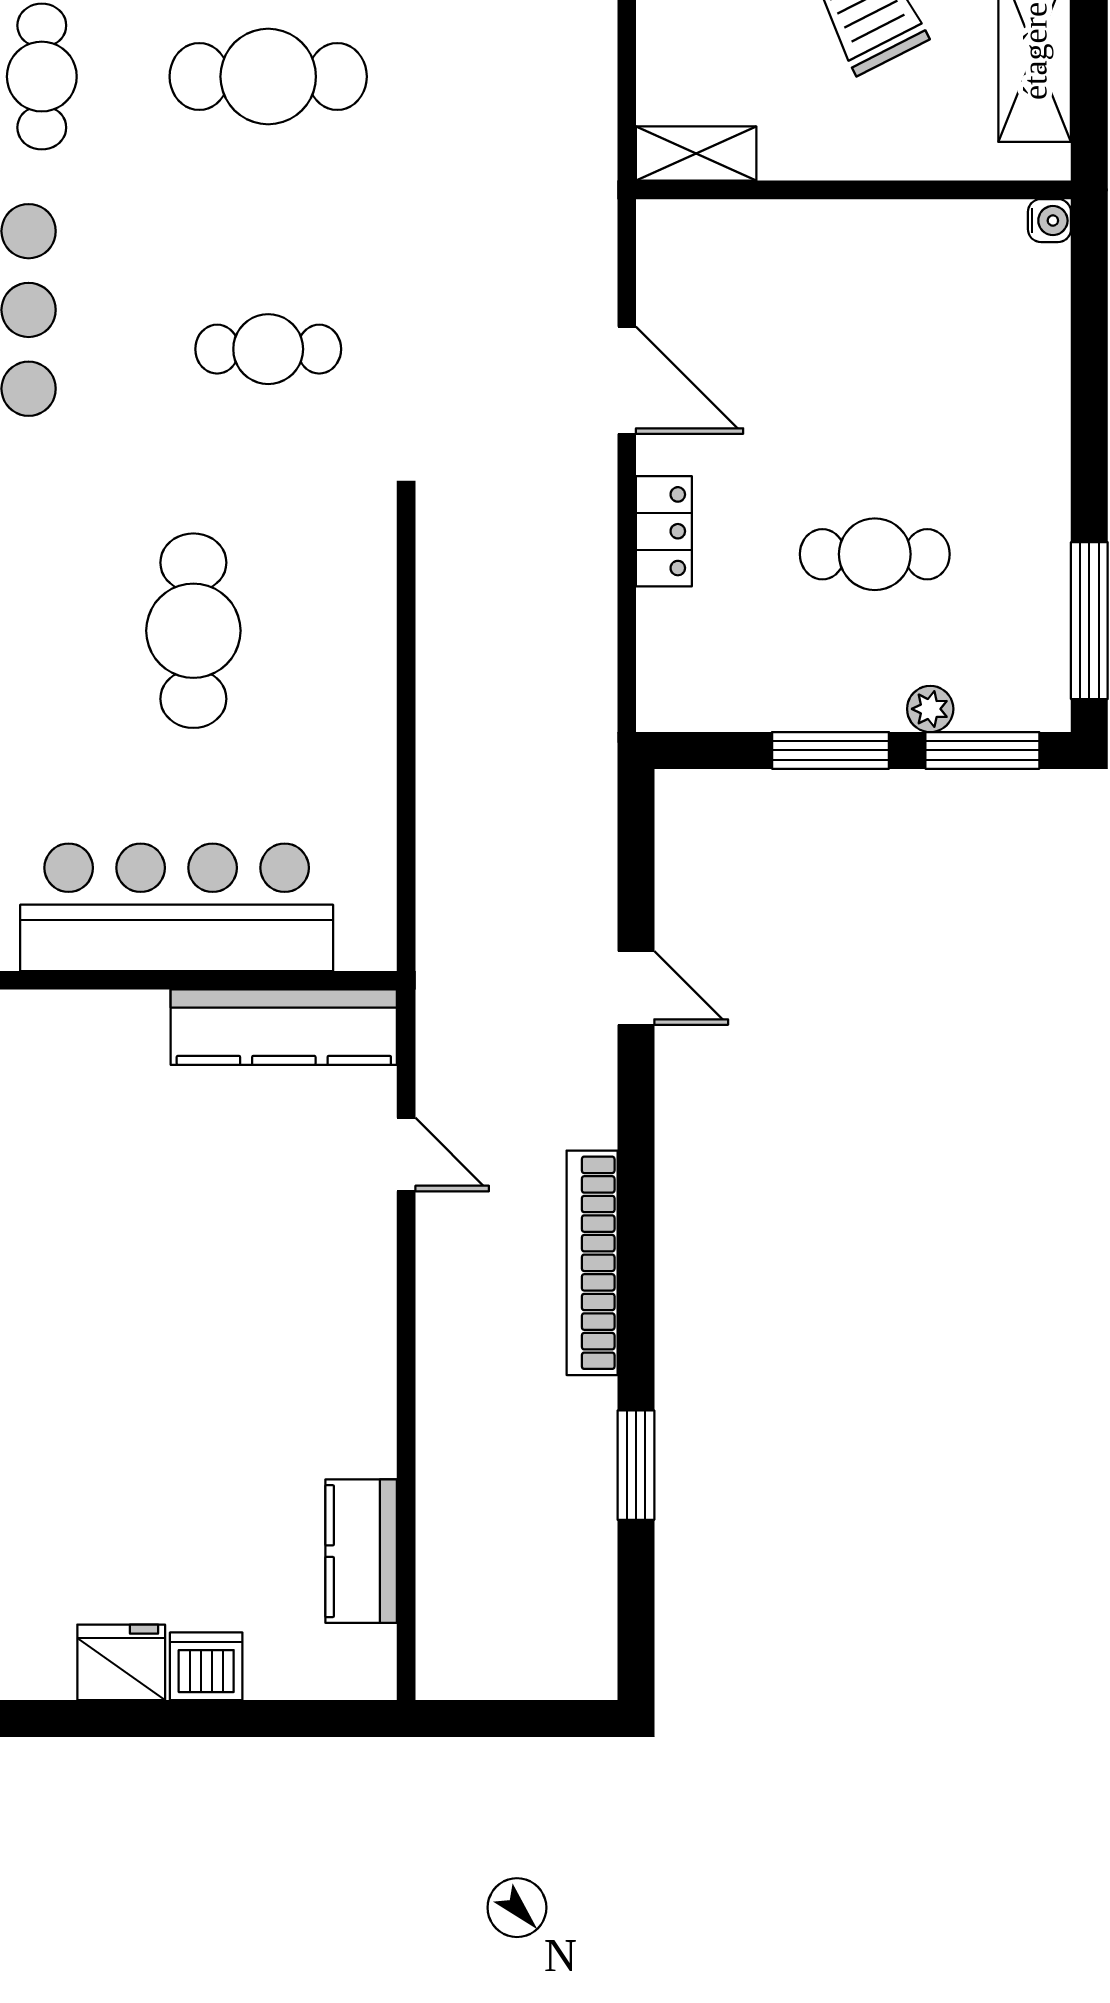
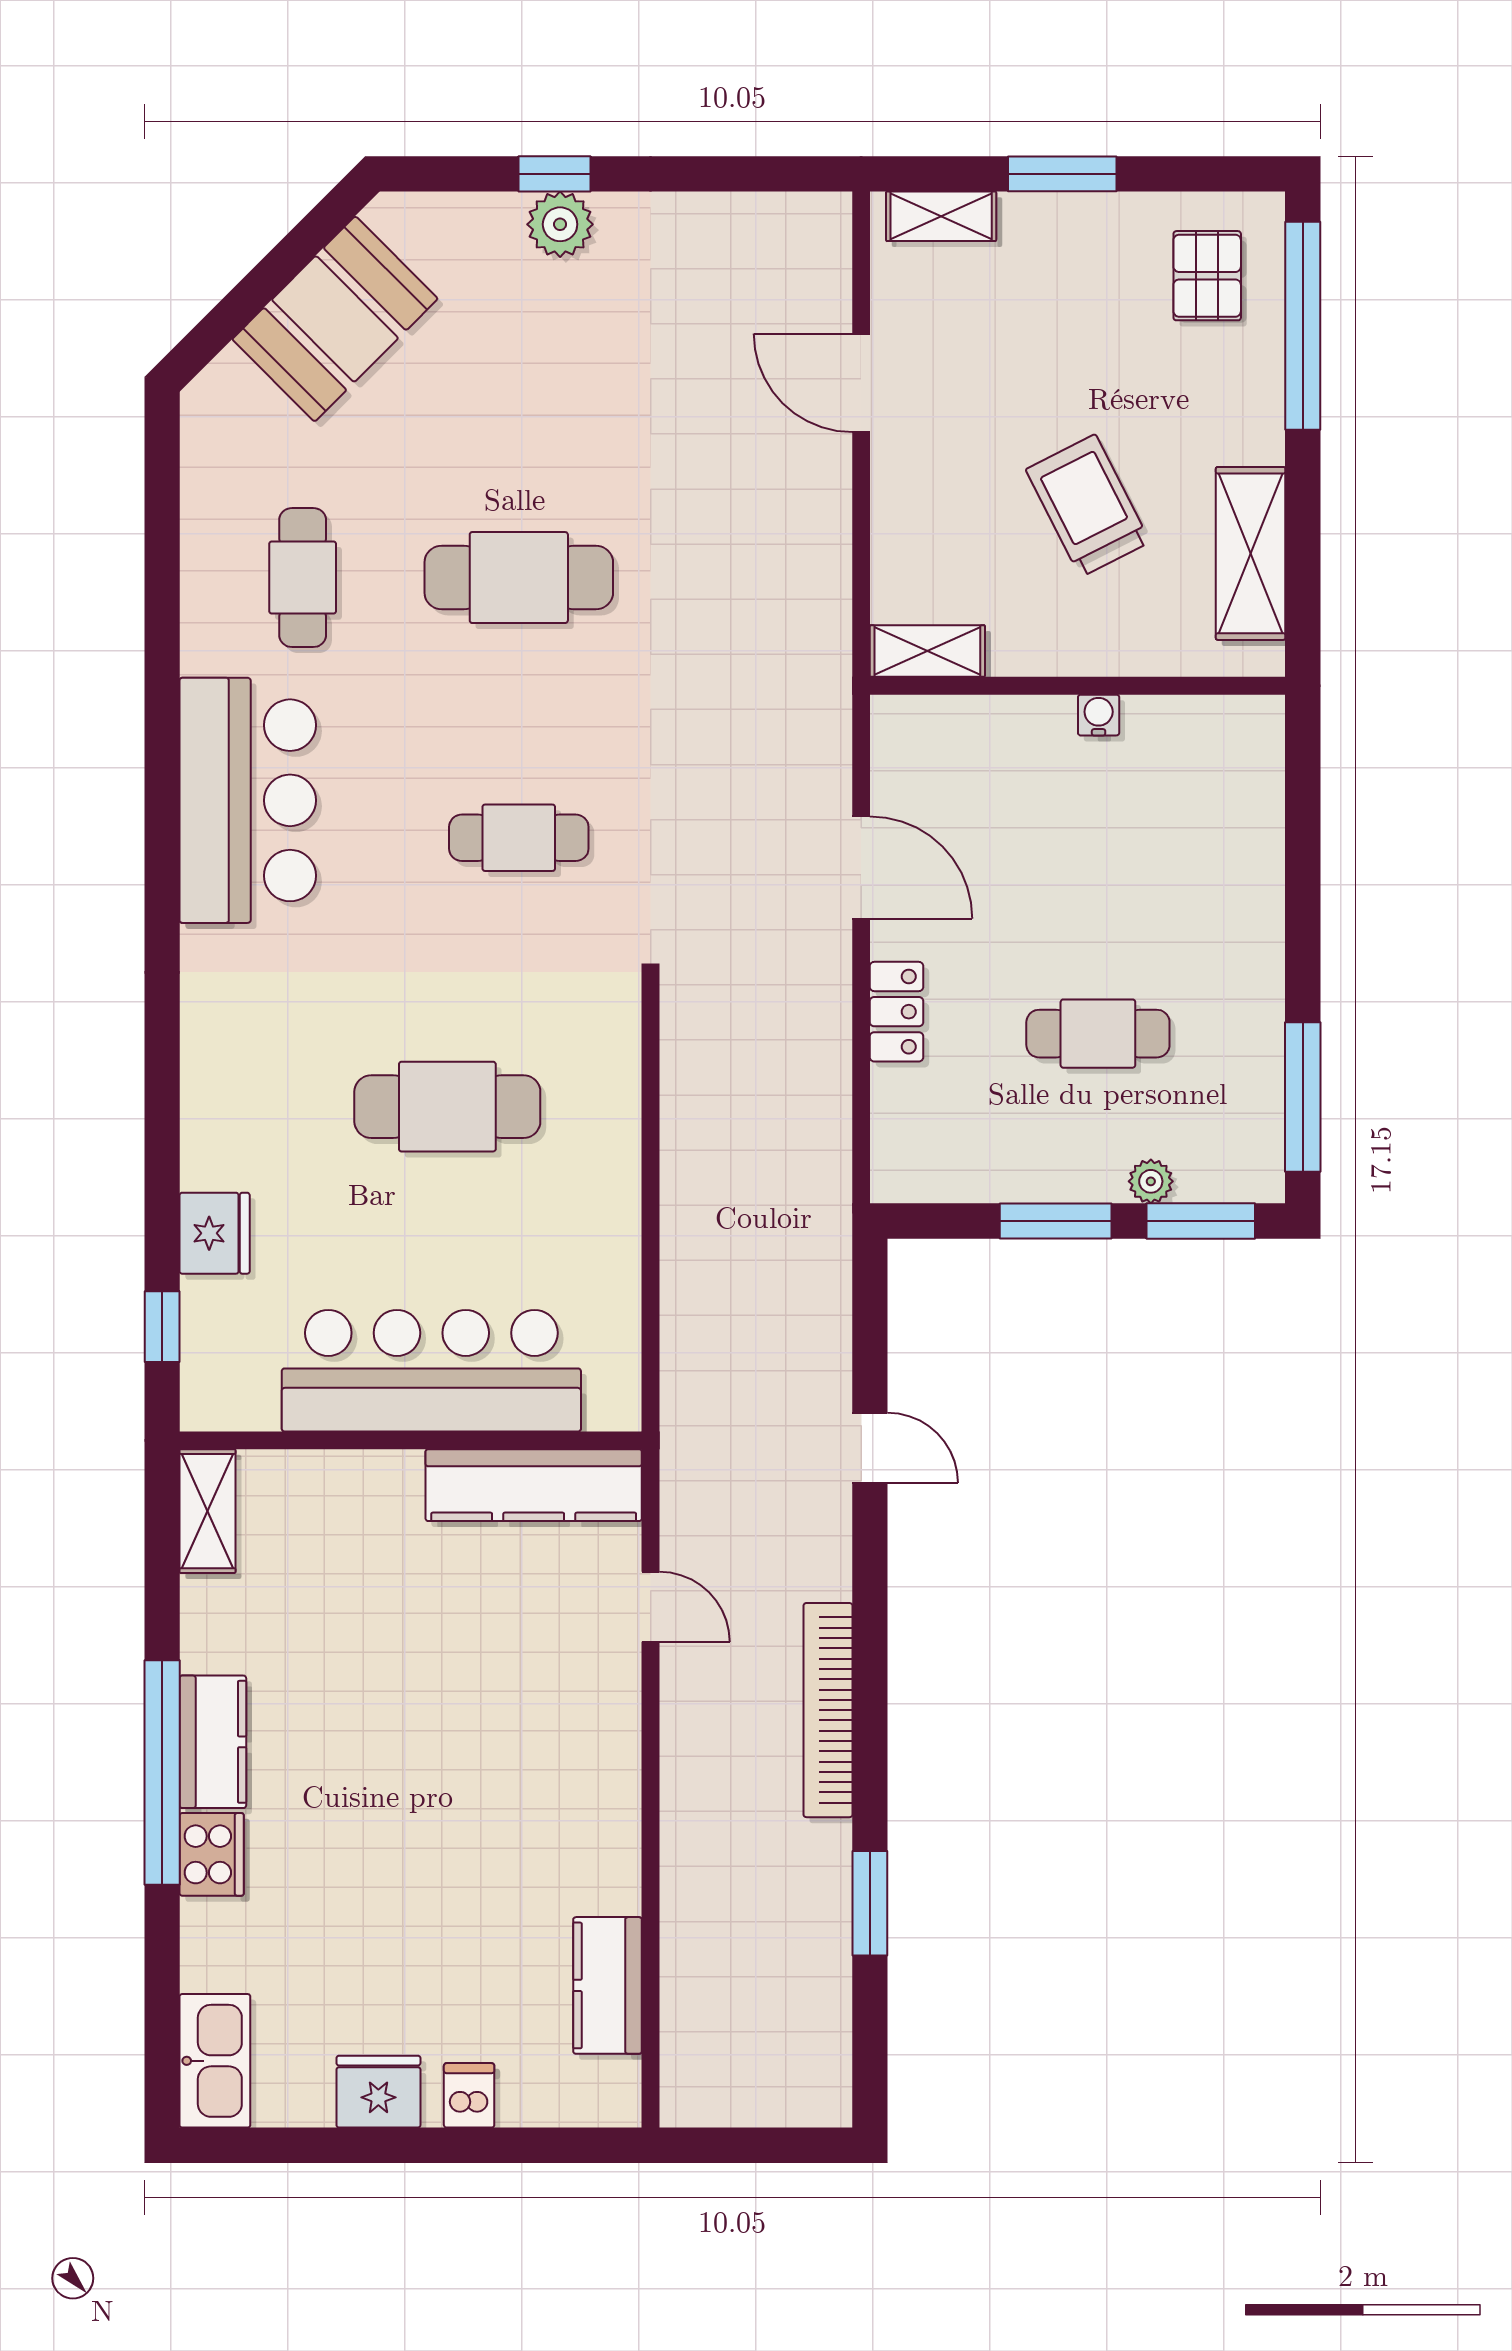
water cooler: (1049, 221) -> (1099, 715), moved, turned -90
cafe table: (193, 631) -> (447, 1107), turned 90
dishwasher: (206, 1666) -> (469, 2095), width x0.73

